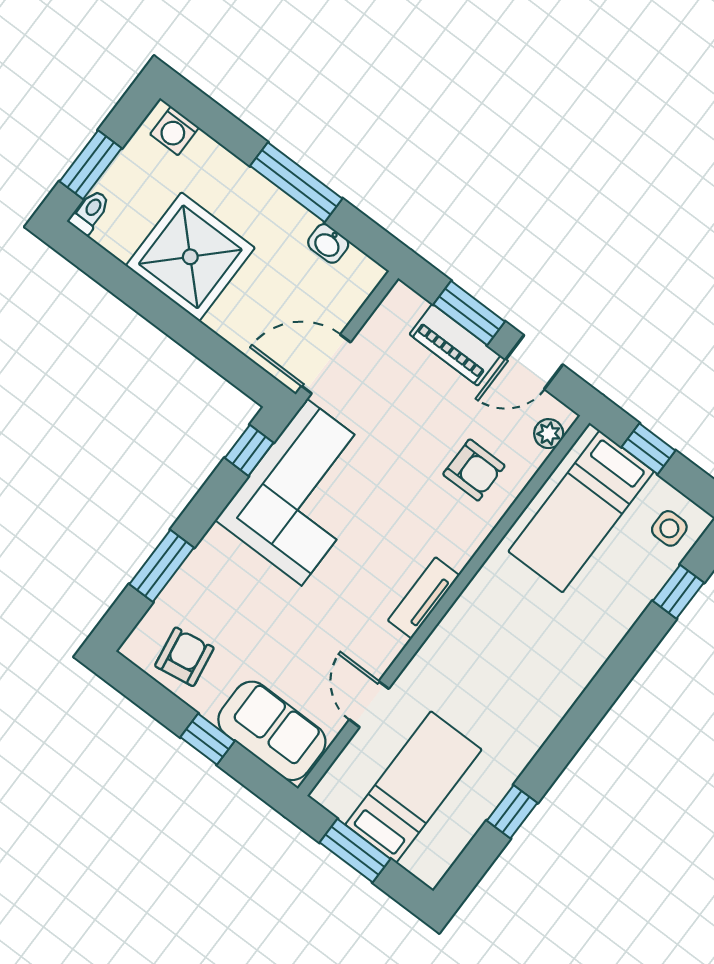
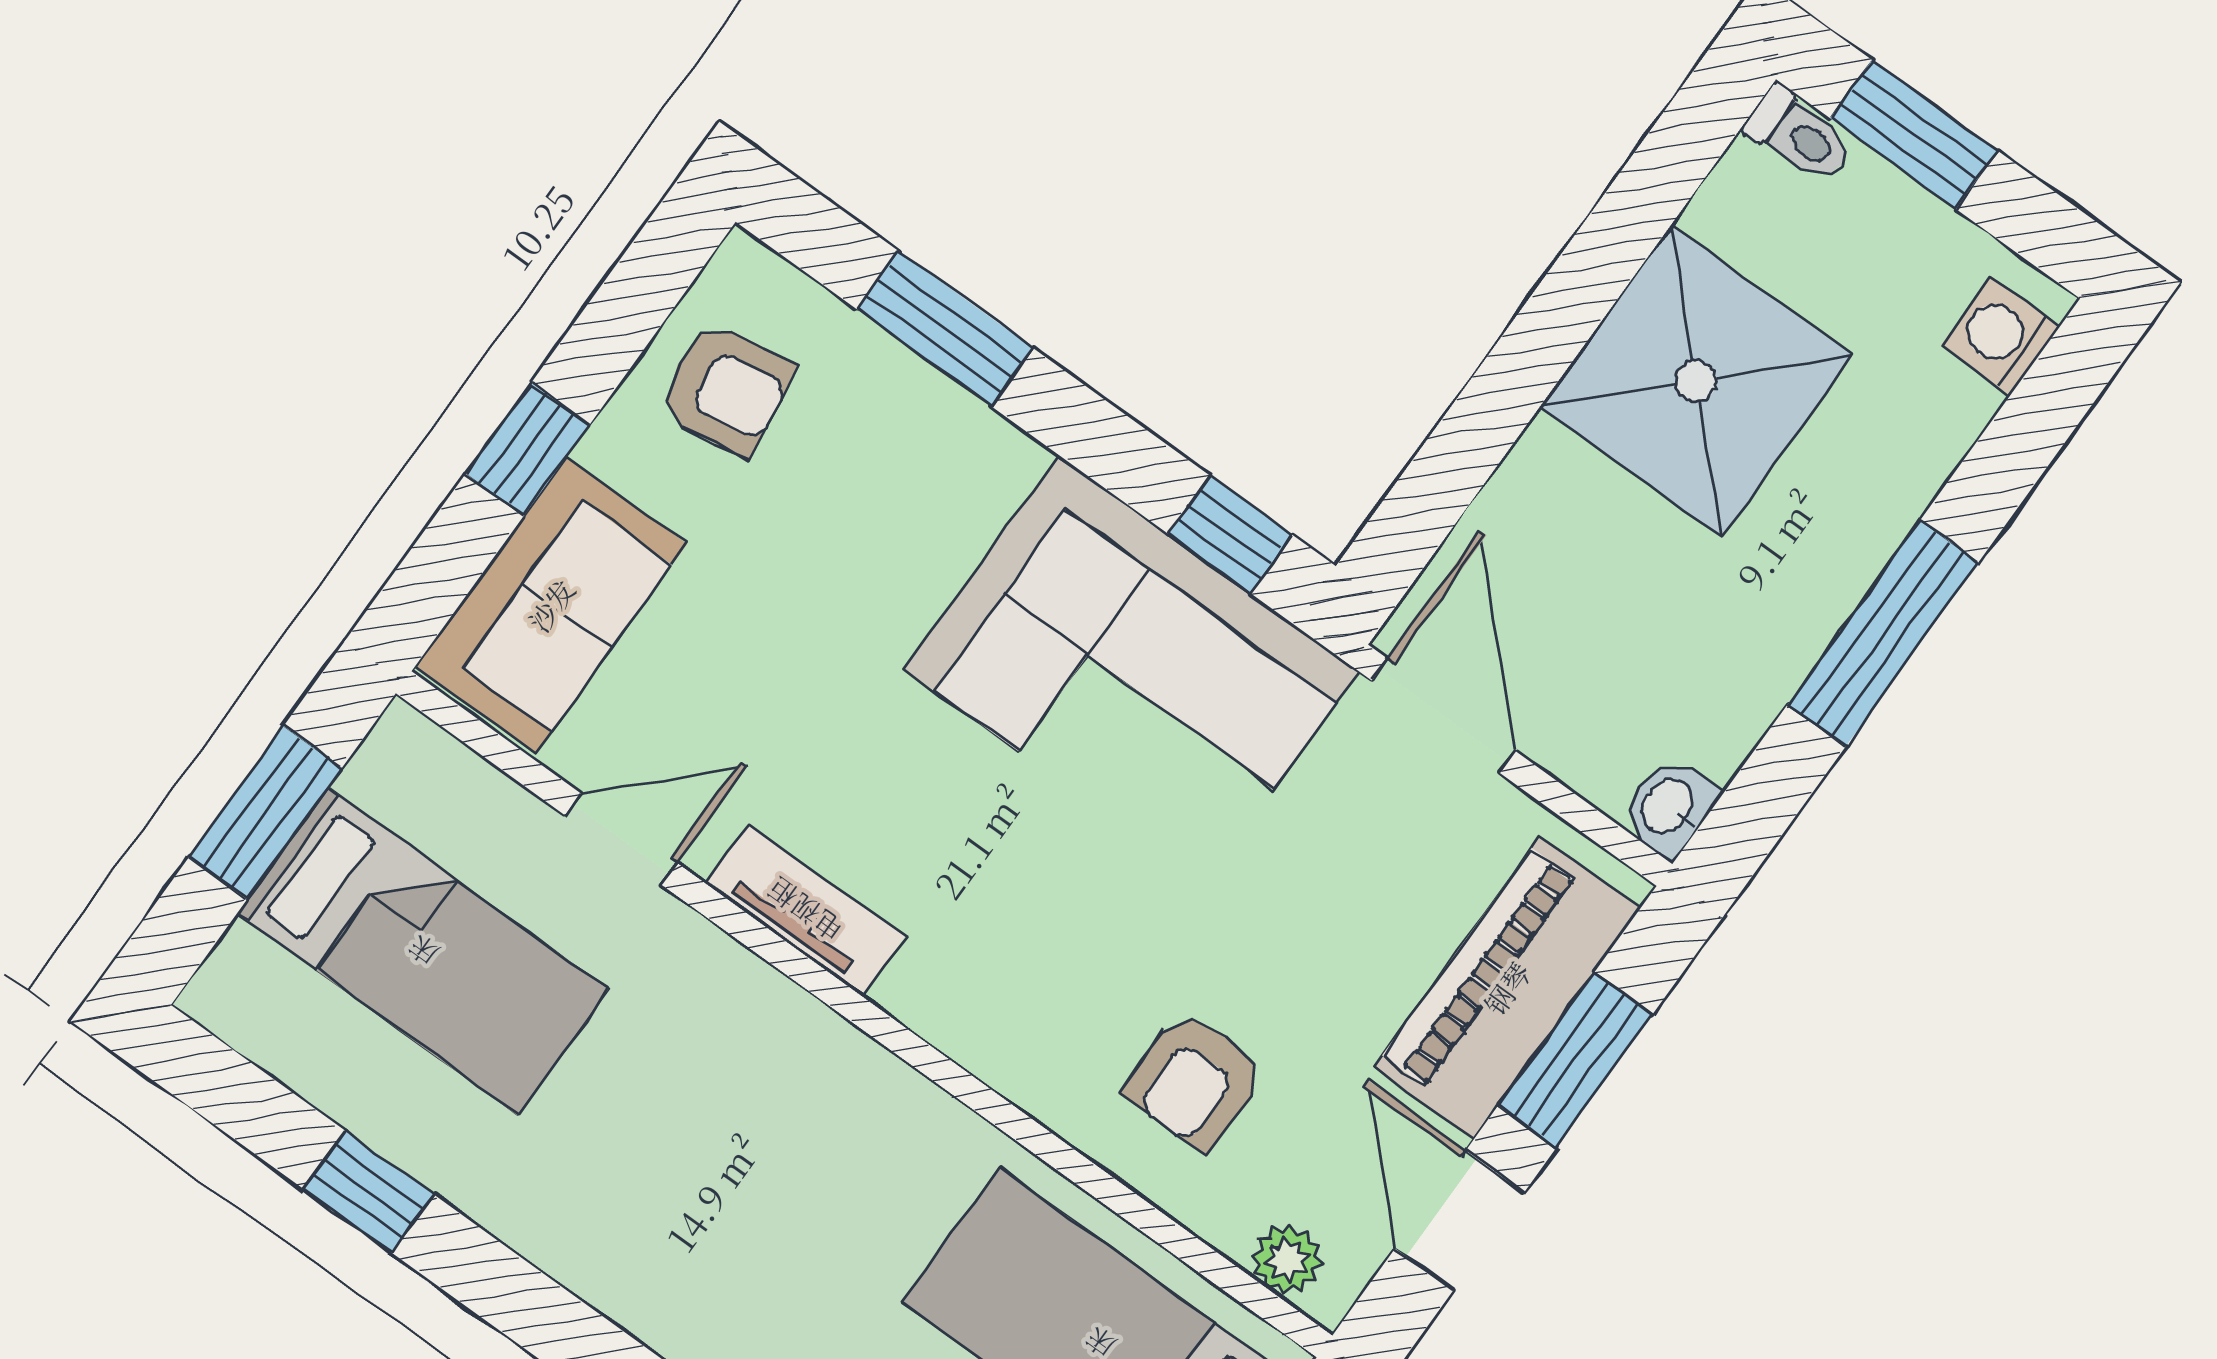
washbasin: (328, 243) -> (1669, 807), moved
piano: (455, 345) -> (1507, 988), width x1.37, depth x1.33
tv unit: (424, 598) -> (805, 910), moved

